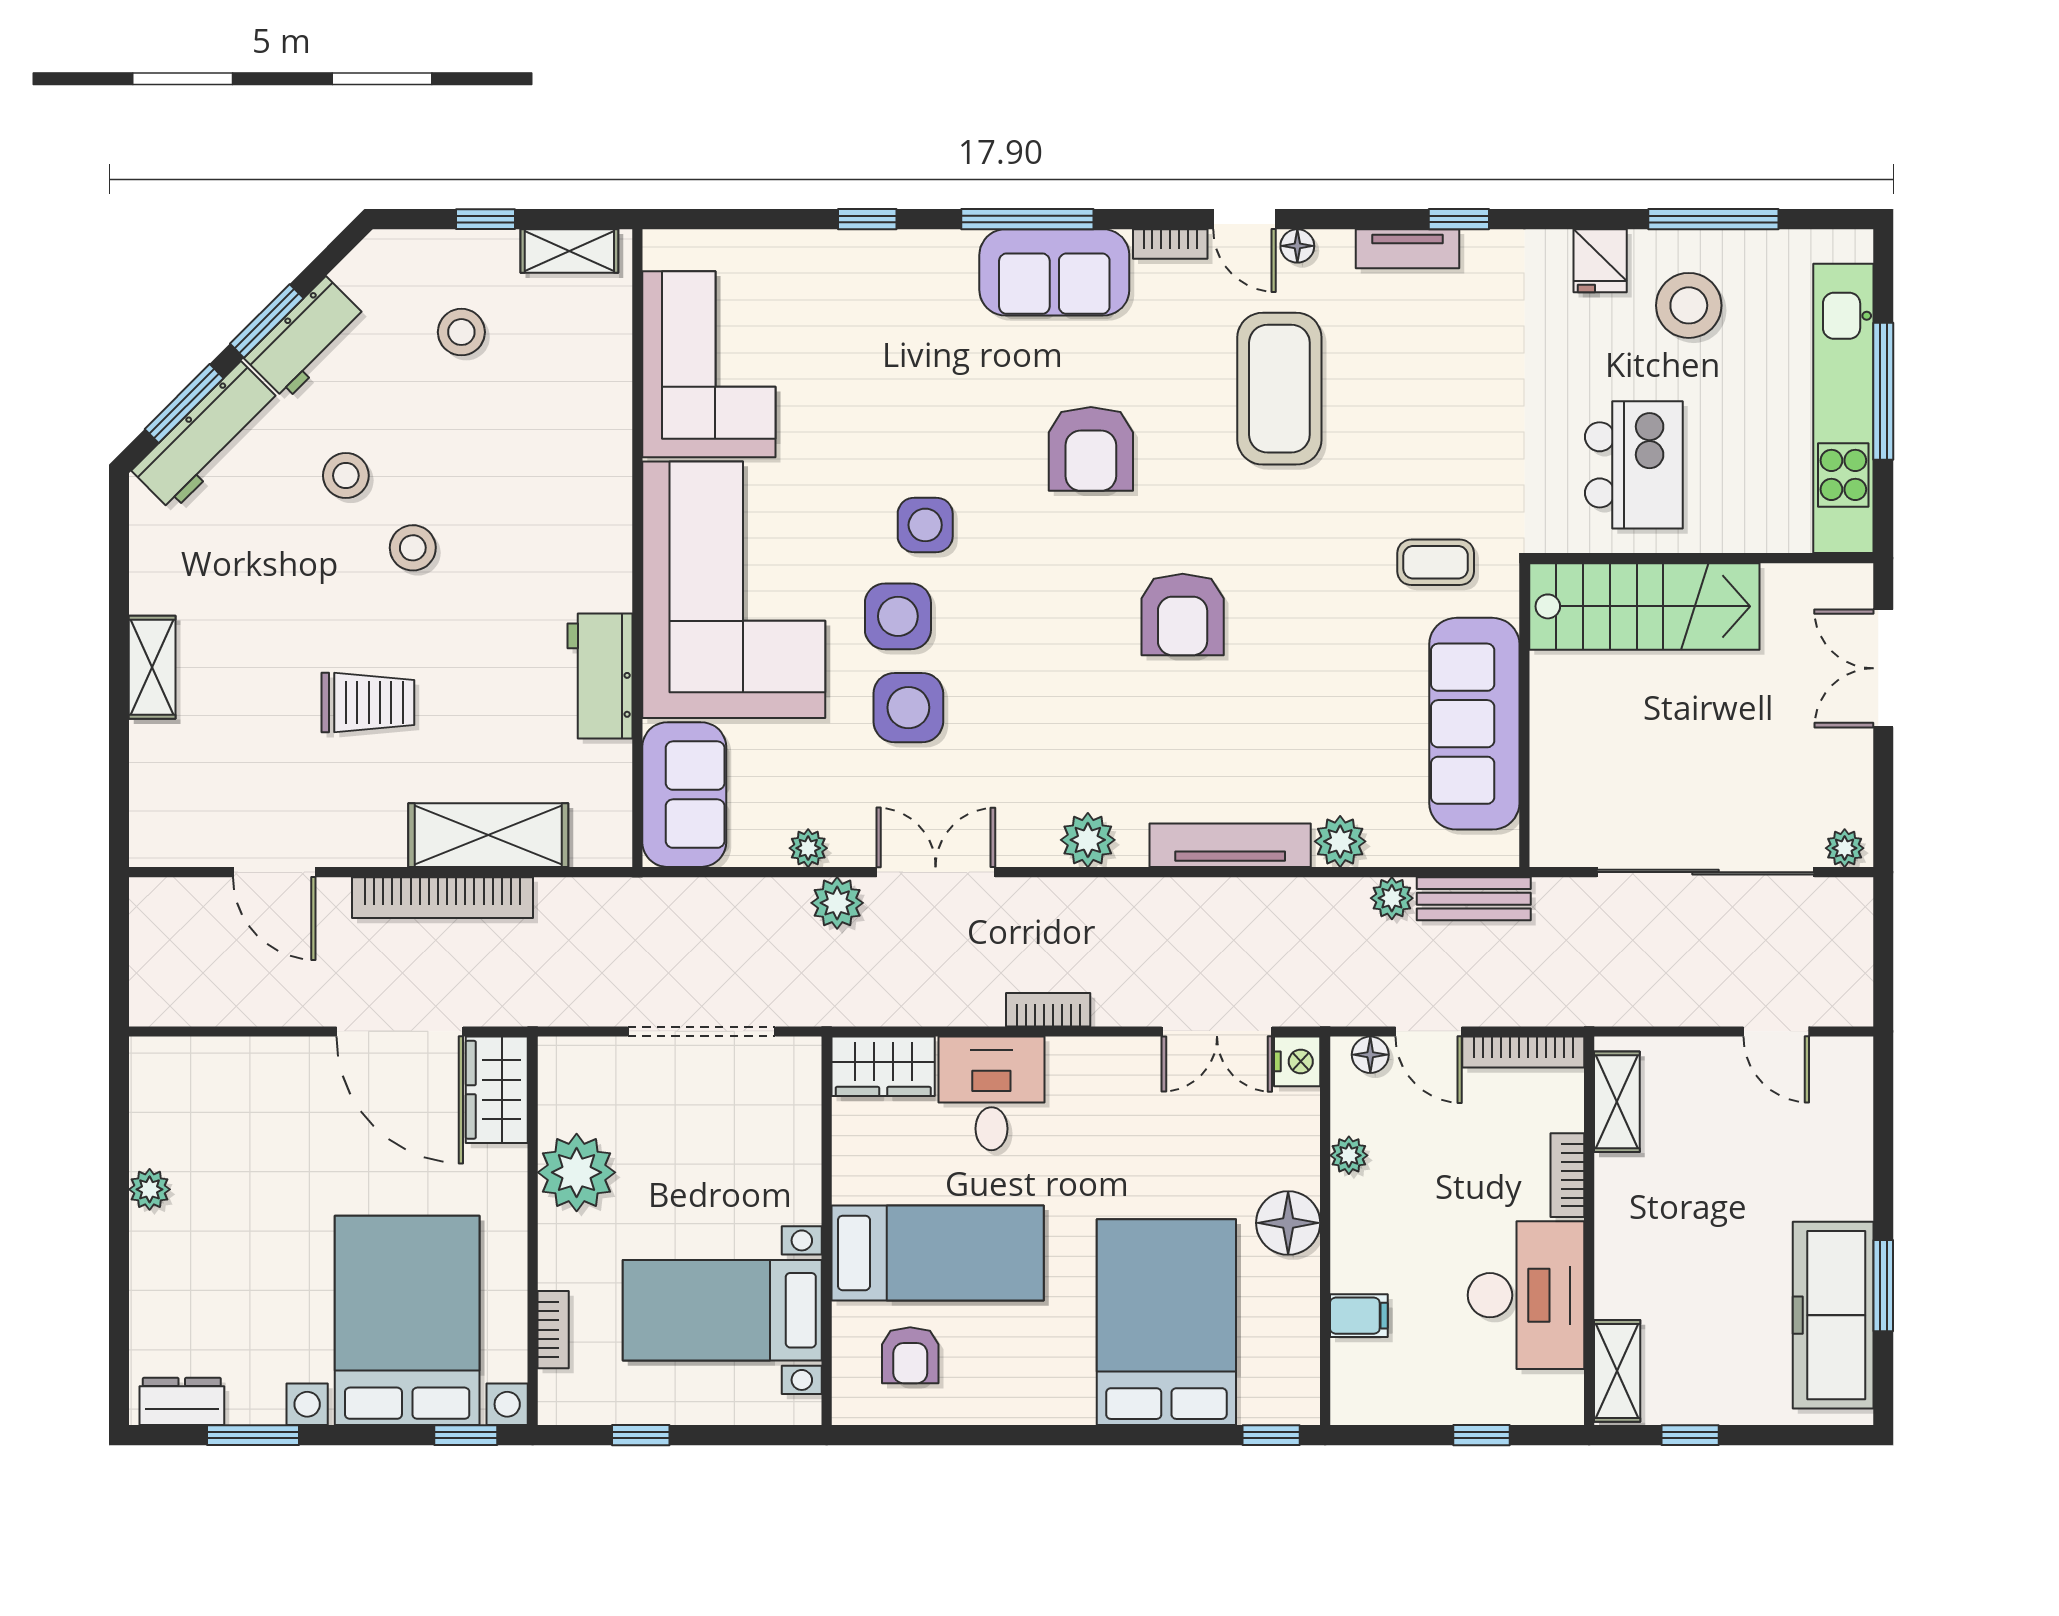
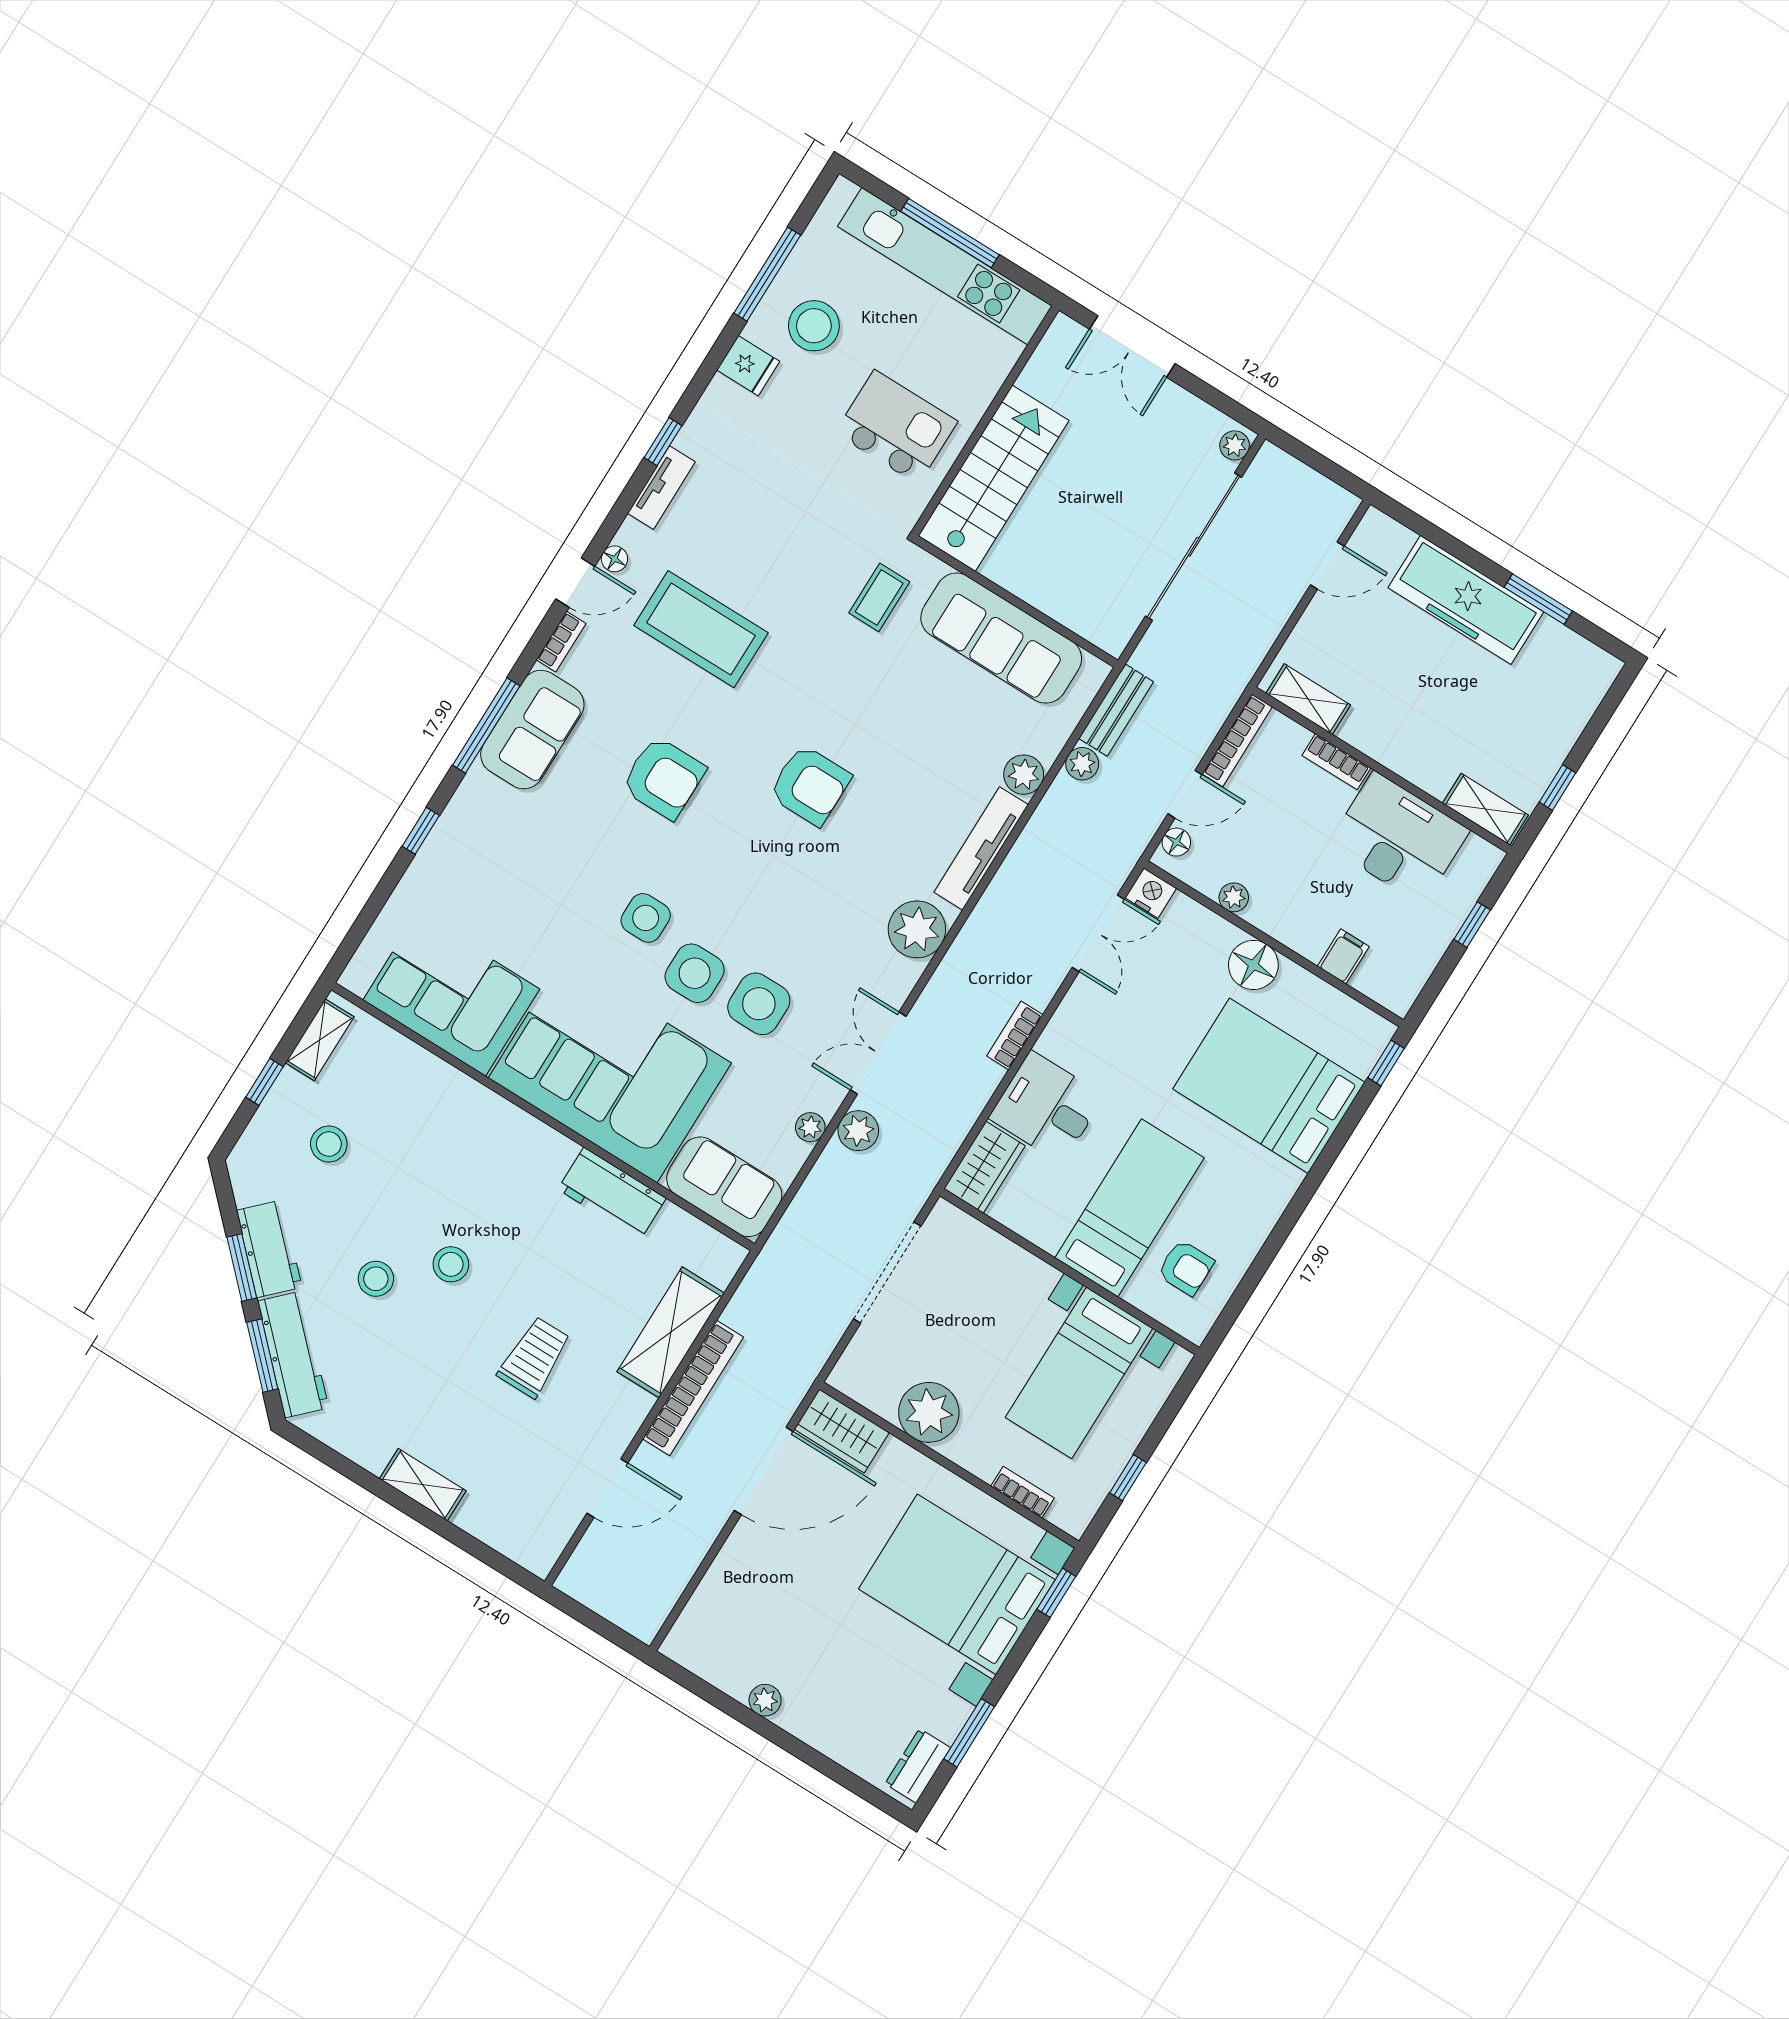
plant: (1088, 840) -> (917, 929), width x1.36, depth x1.36
freezer: (1833, 1315) -> (1466, 600), moved

